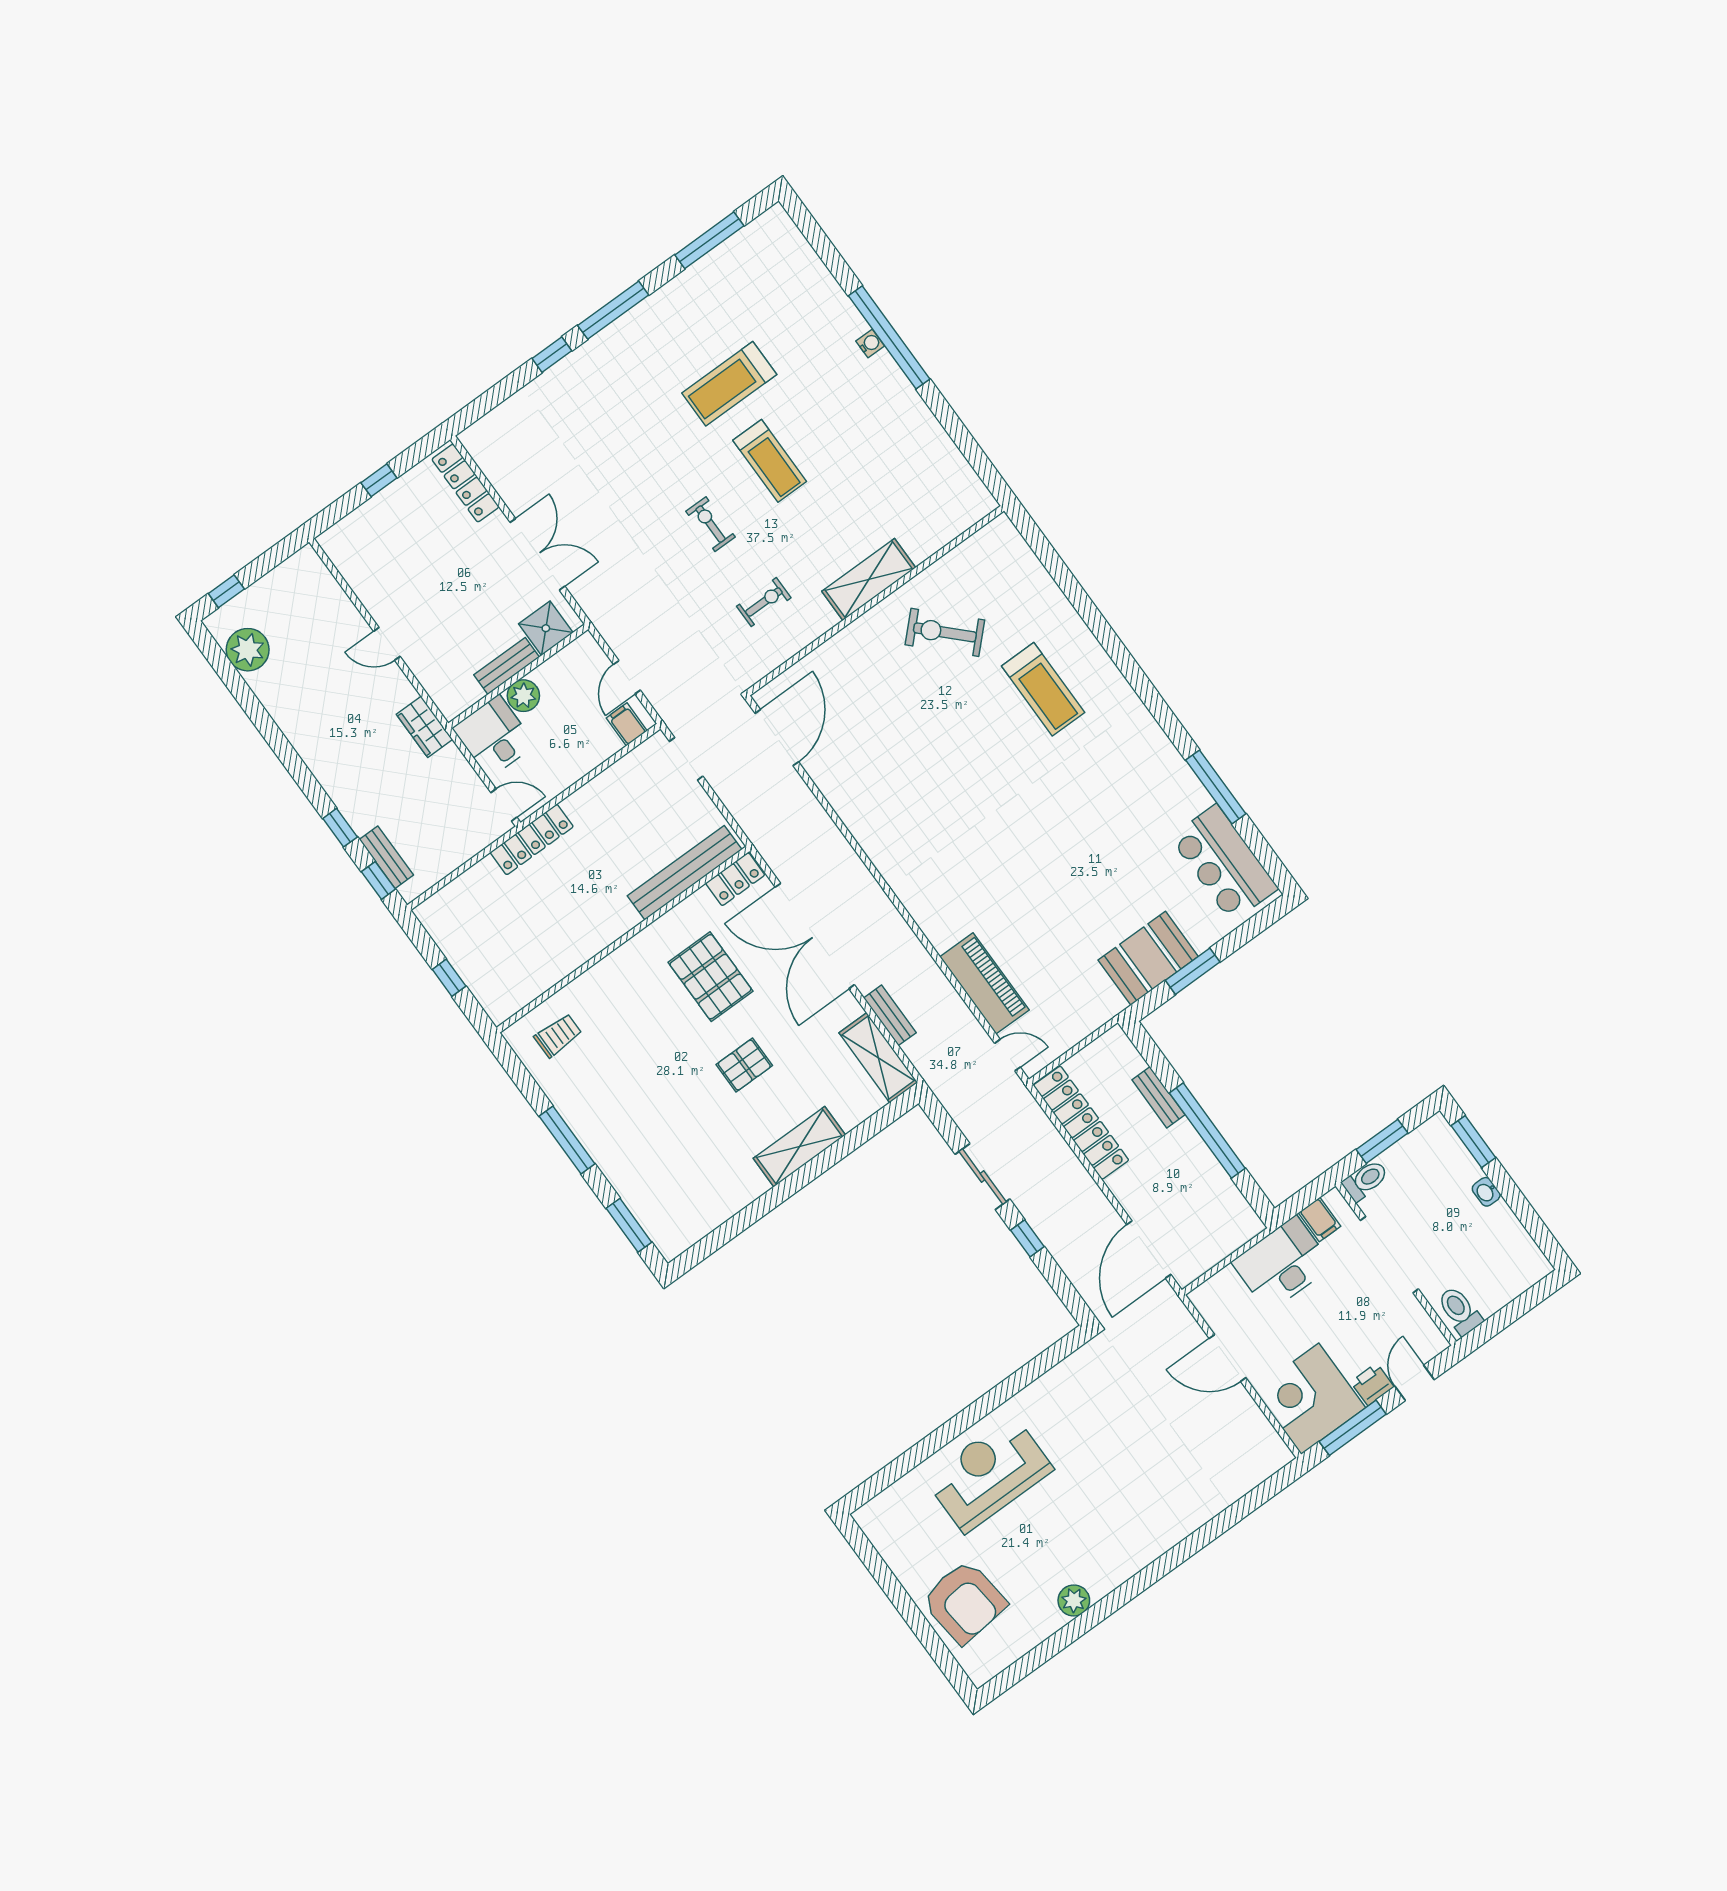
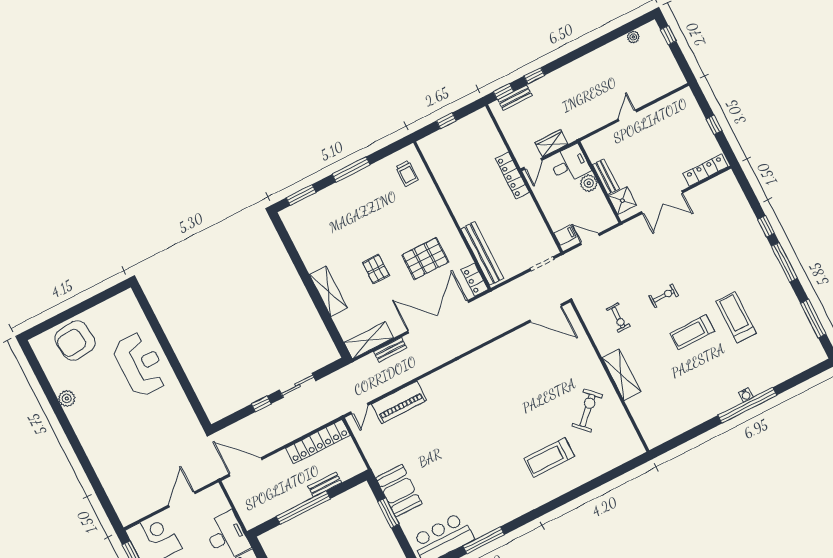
plant: (248, 650) -> (633, 37), width x0.53, depth x0.53
wardrobe: (424, 727) -> (552, 143), moved

